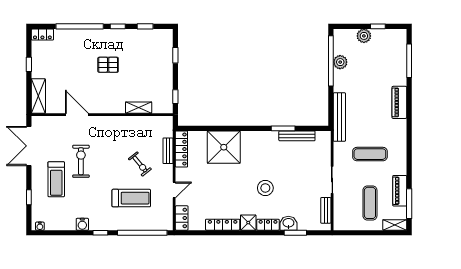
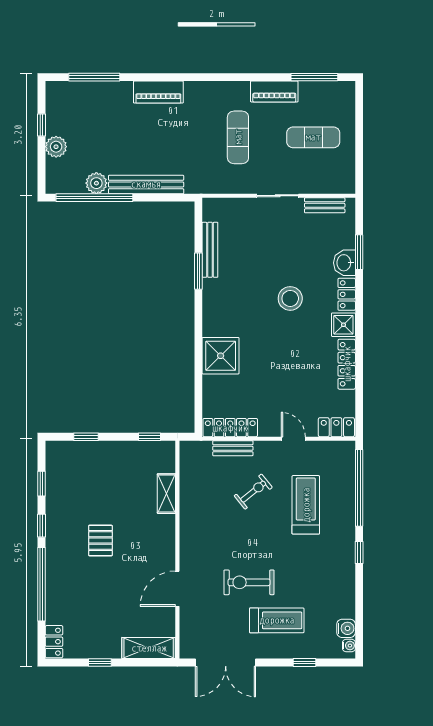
bench: (339, 117) -> (146, 184), moved
shower: (224, 147) -> (221, 356), width x0.73, depth x0.73
piano: (400, 191) -> (274, 92), moved
water cooler: (82, 224) -> (346, 628), moved
shelving: (395, 225) -> (347, 99), removed

